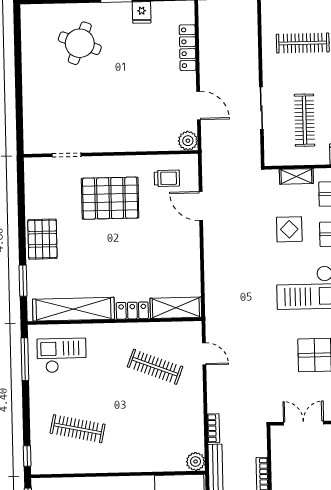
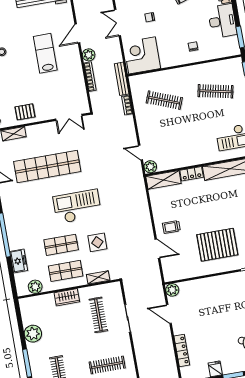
trolley: (167, 178) -> (171, 227), moved
clothes rail: (155, 367) -> (164, 100), moved
plant: (196, 461) -> (150, 167), moved

